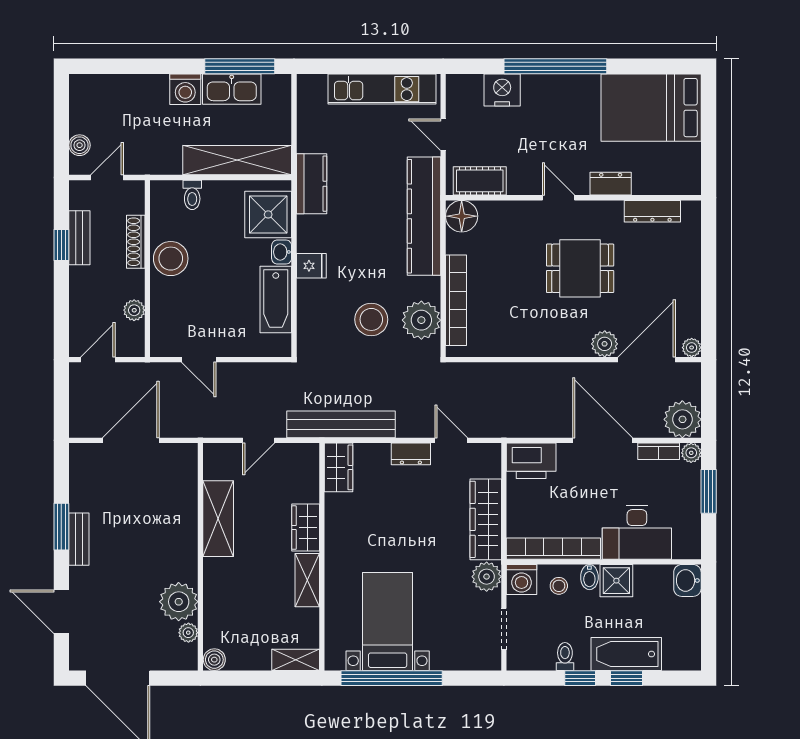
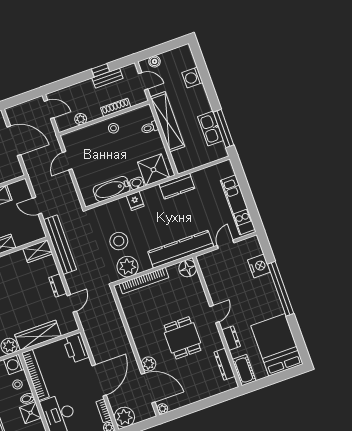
washing machine: (185, 89) -> (192, 78), moved
shelving: (237, 160) -> (167, 122), moved
cot: (480, 181) -> (244, 370), moved
stool: (171, 259) -> (113, 128), width x0.53, depth x0.53

